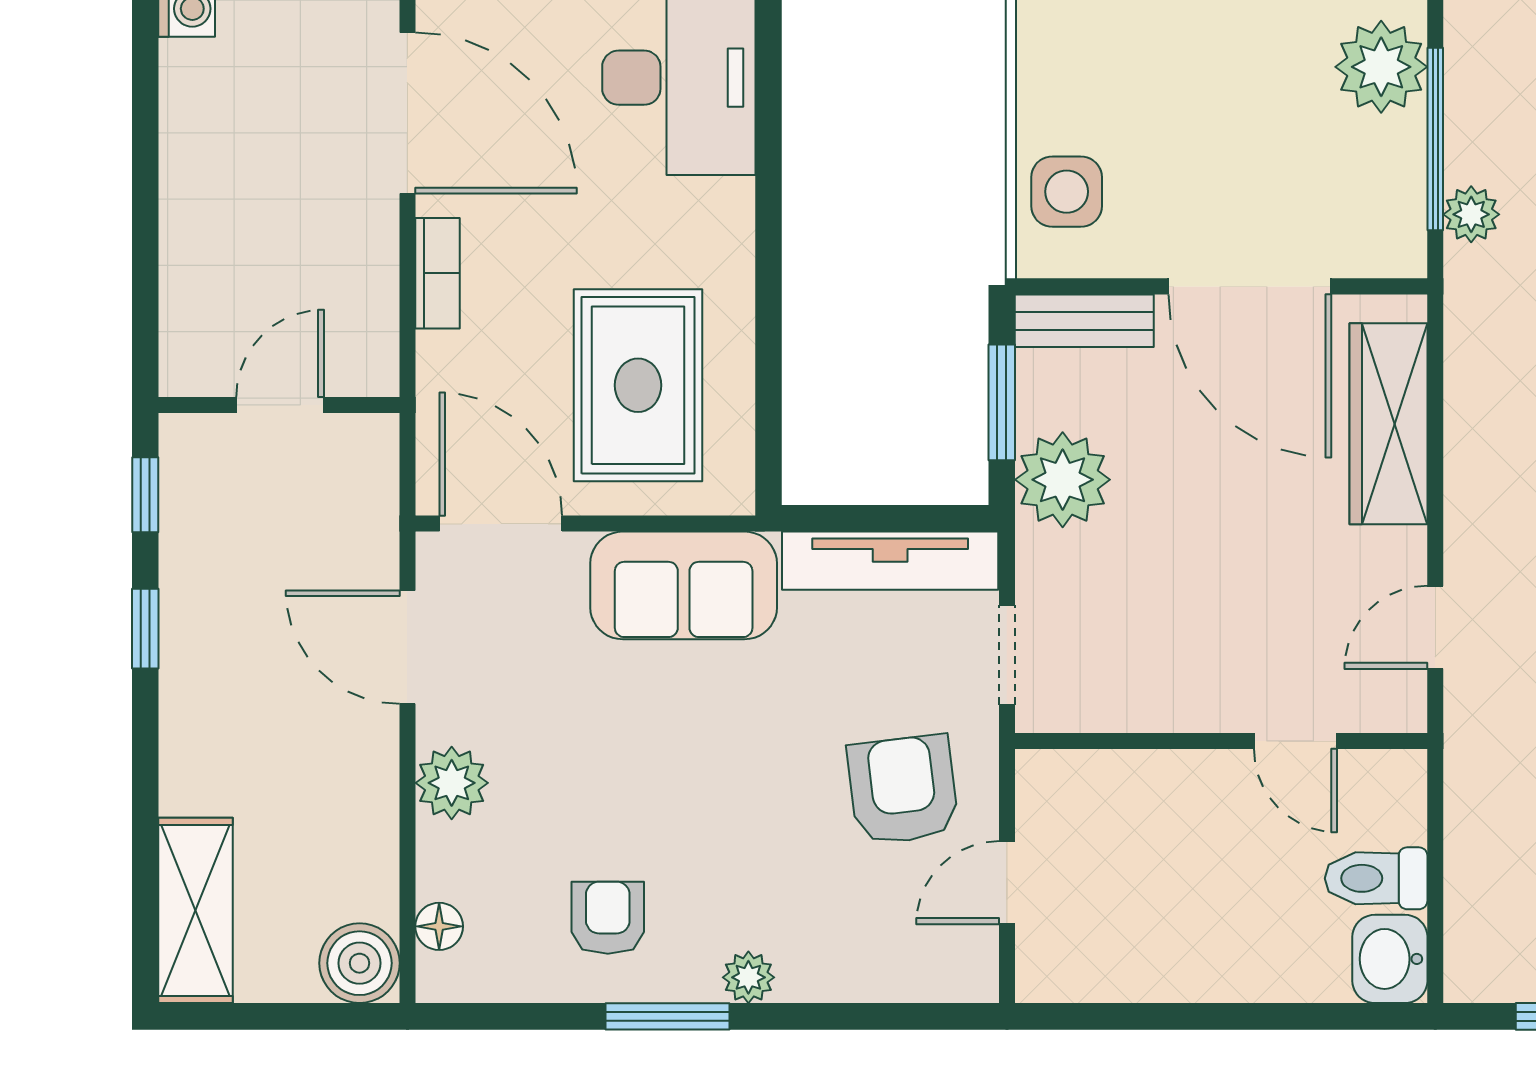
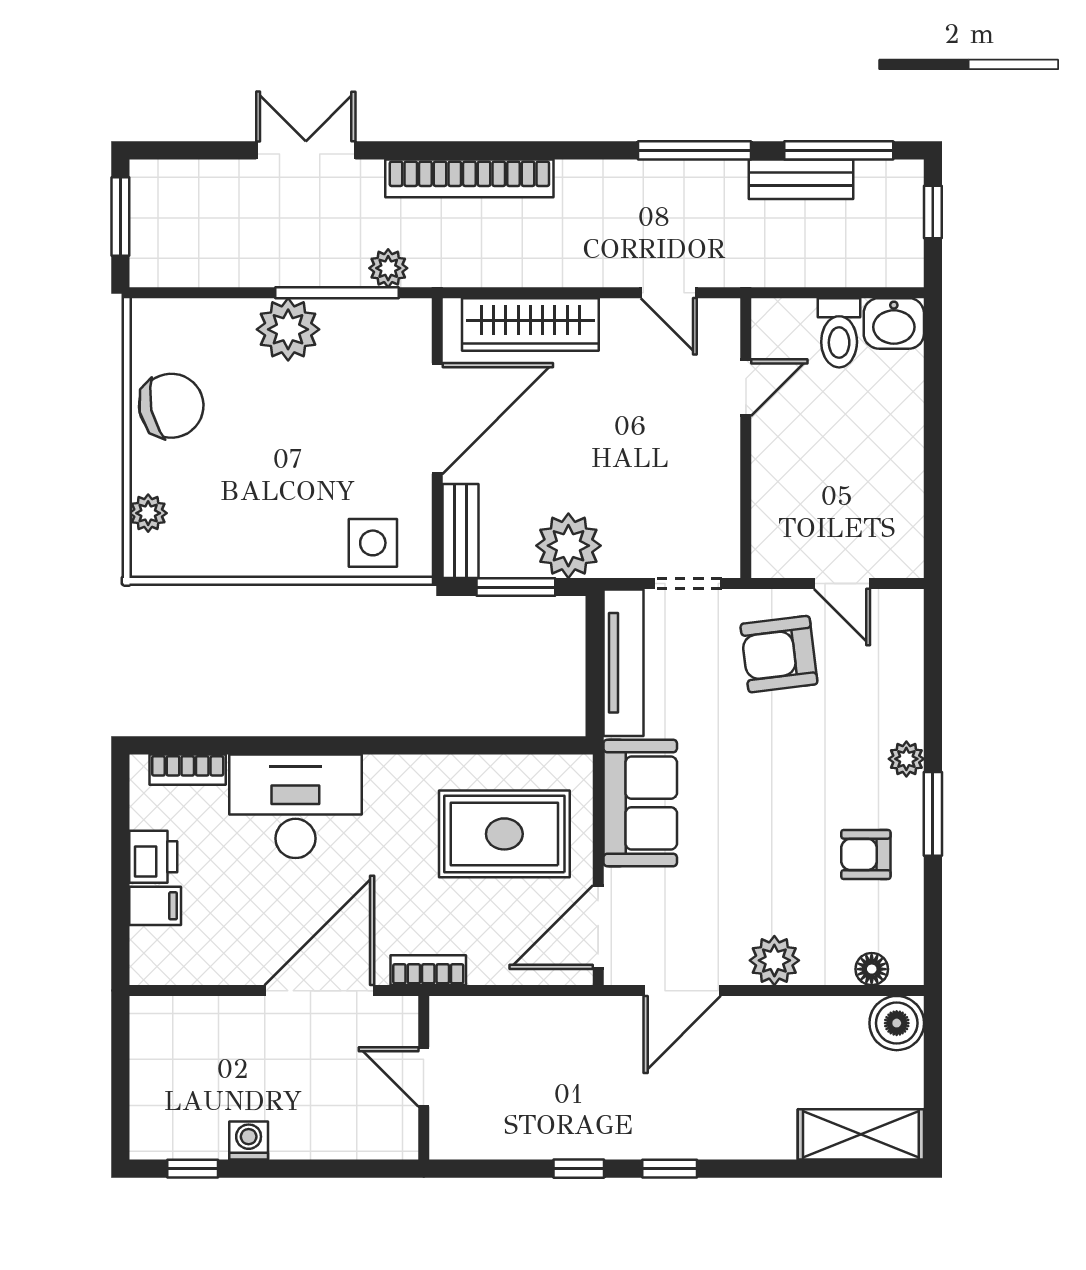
wall: (279, 405) -> (424, 1078), moved
door: (280, 405) -> (424, 1077), moved

